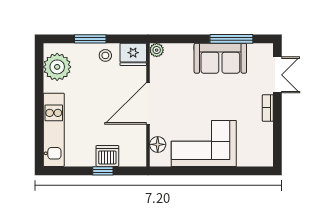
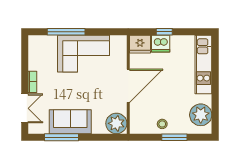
plant: (157, 50) -> (116, 123), width x1.88, depth x1.88
fridge: (133, 54) -> (140, 44), moved, turned 180
double door: (277, 75) -> (25, 108), swing flipped
floor lamp: (158, 144) -> (120, 53), removed
window: (226, 171) -> (66, 32), added

